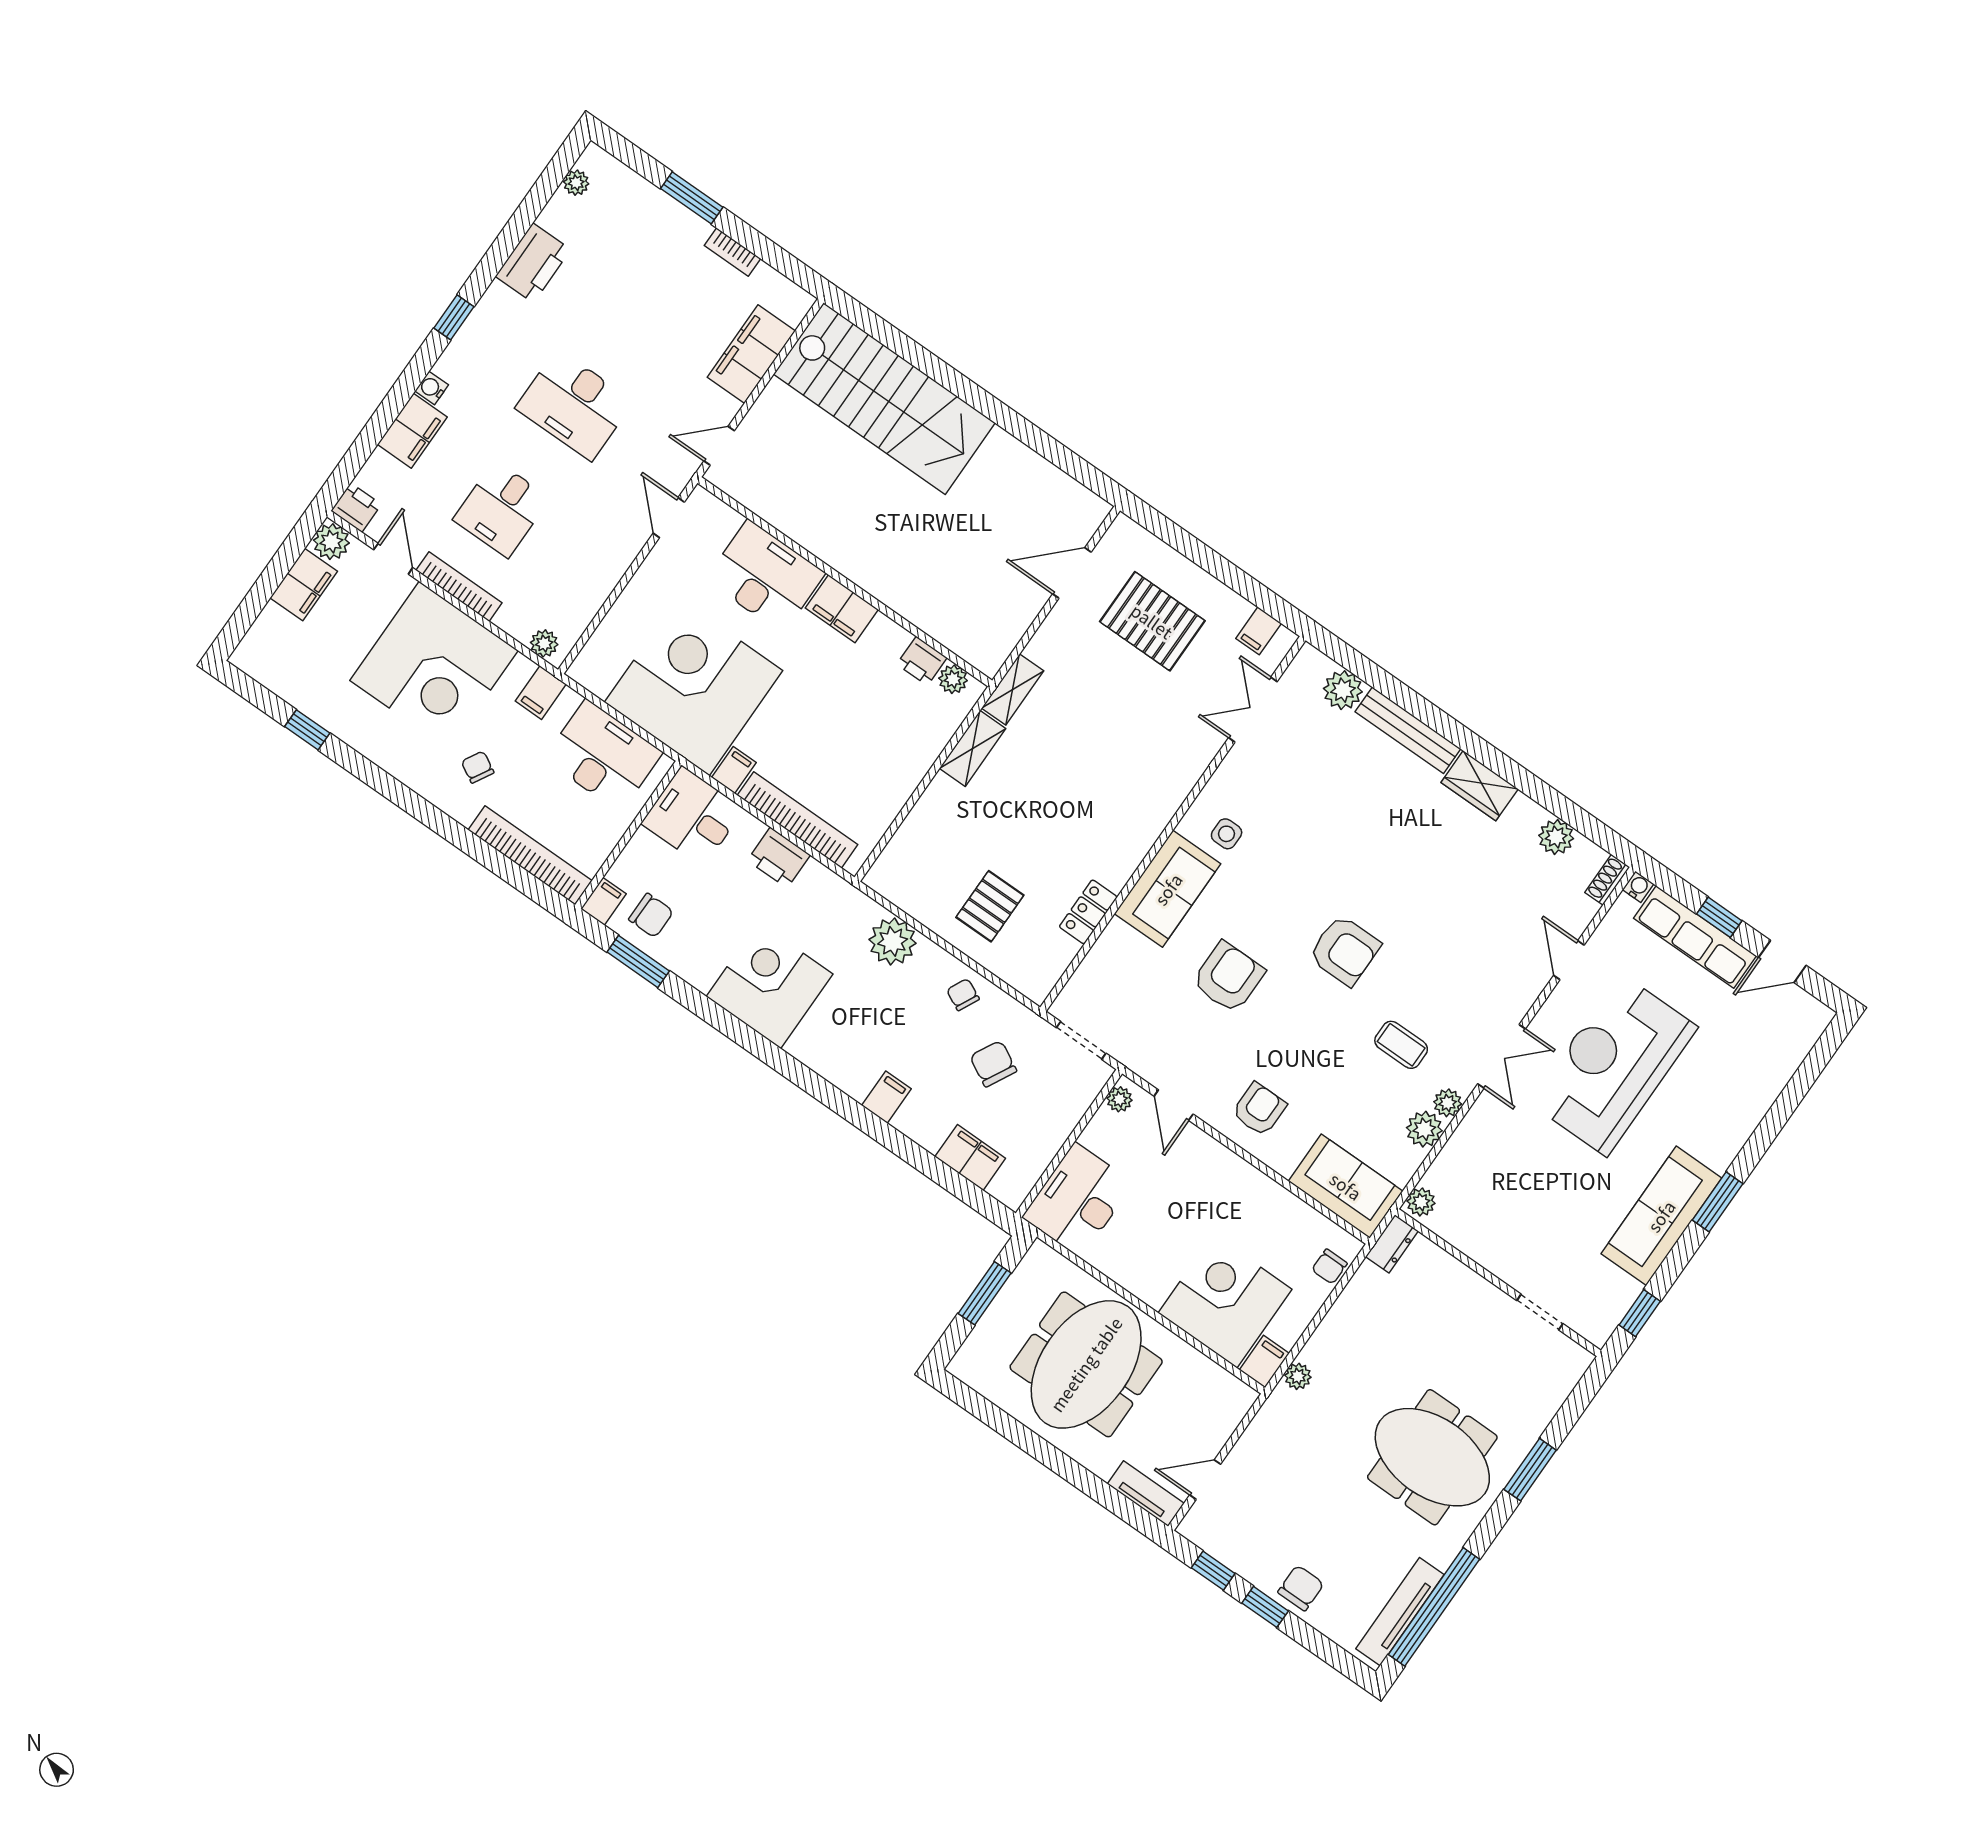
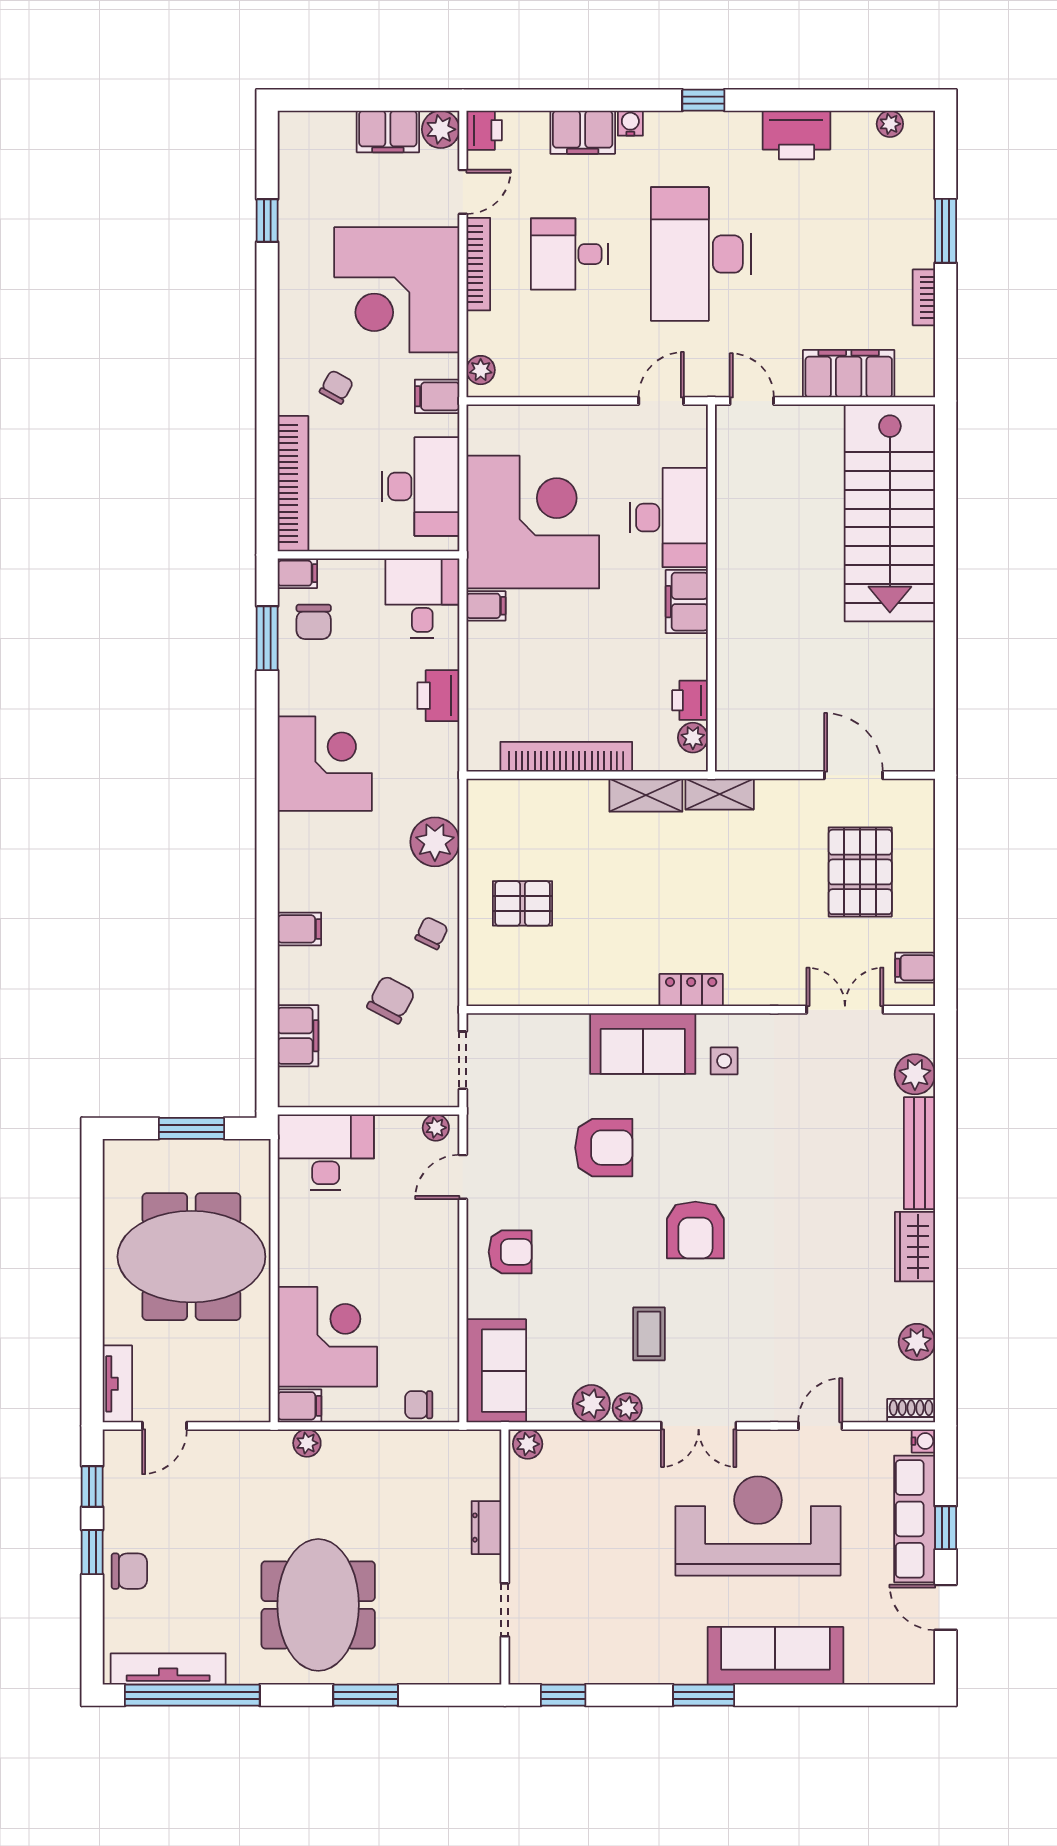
desk: (574, 405) -> (701, 254), width x1.36, depth x1.30
bookcase: (797, 820) -> (566, 757), moved, turned -90
locker: (1088, 912) -> (691, 990), moved
sofa: (1661, 1216) -> (775, 1656), moved
dresser: (1392, 1244) -> (486, 1528), moved, turned 90
door: (1205, 1480) -> (165, 1426), swing flipped

